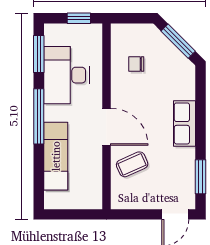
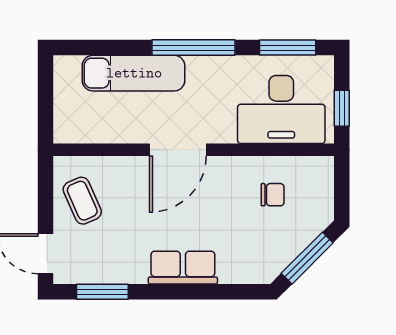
chair: (136, 64) -> (273, 195), turned 90
desk: (66, 75) -> (281, 109), moved, turned 180
coffee table: (132, 164) -> (82, 201), moved

